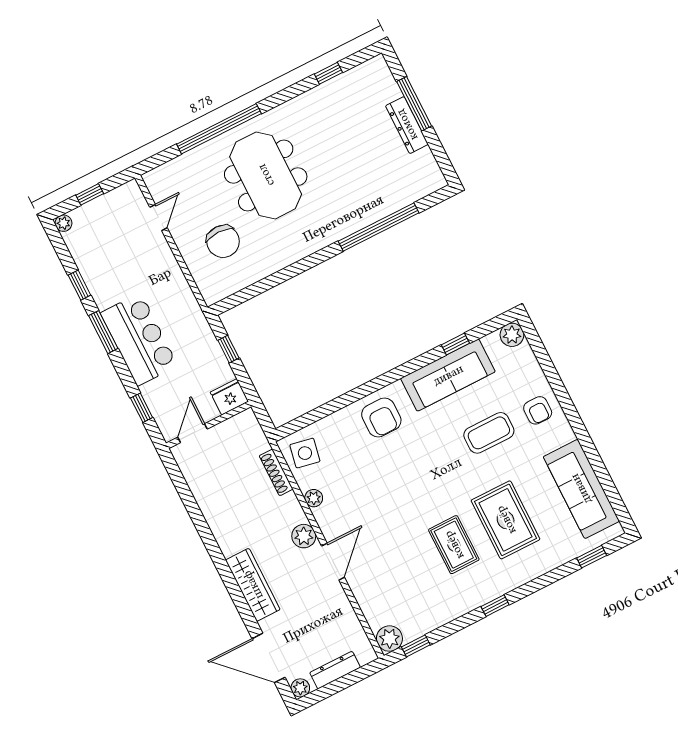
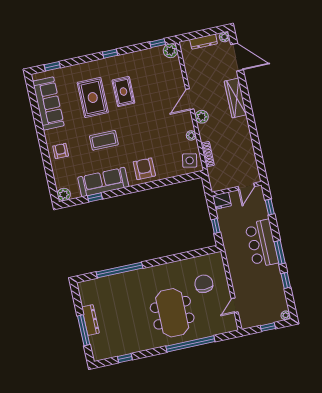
coffee table: (489, 433) -> (104, 140), moved

